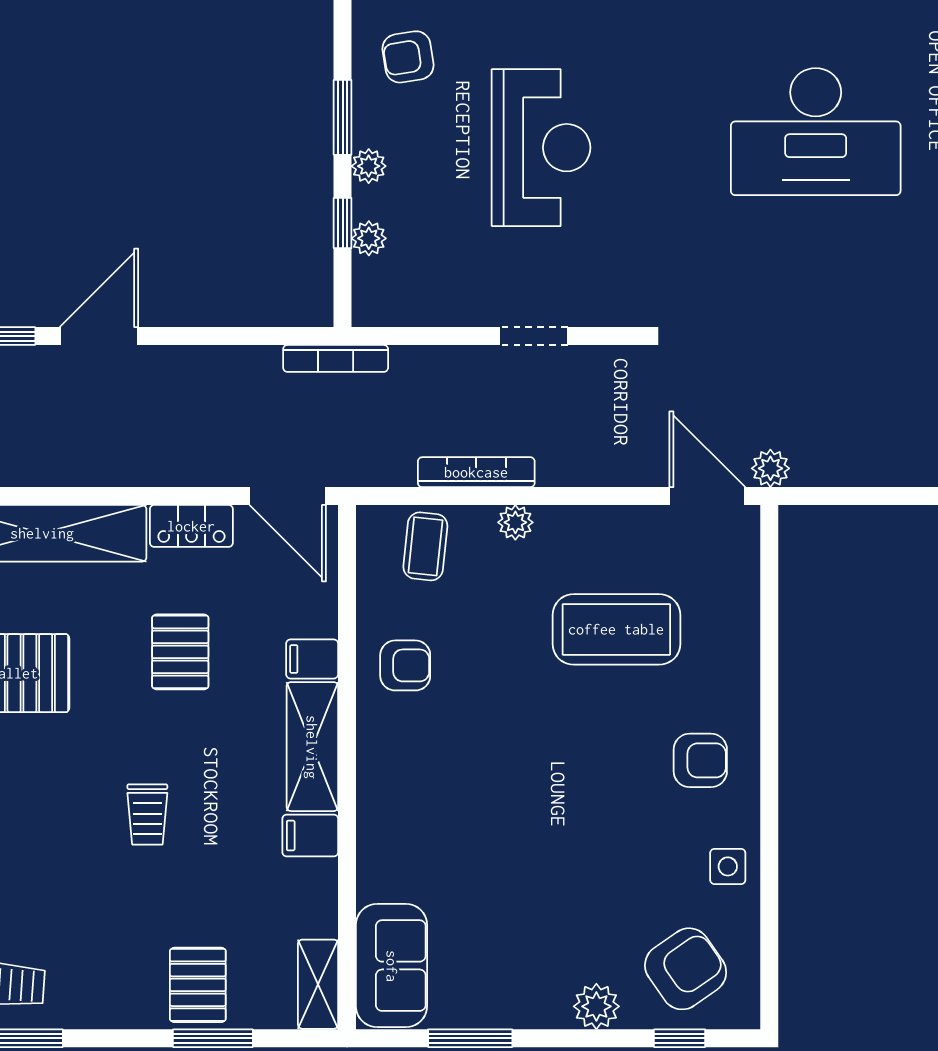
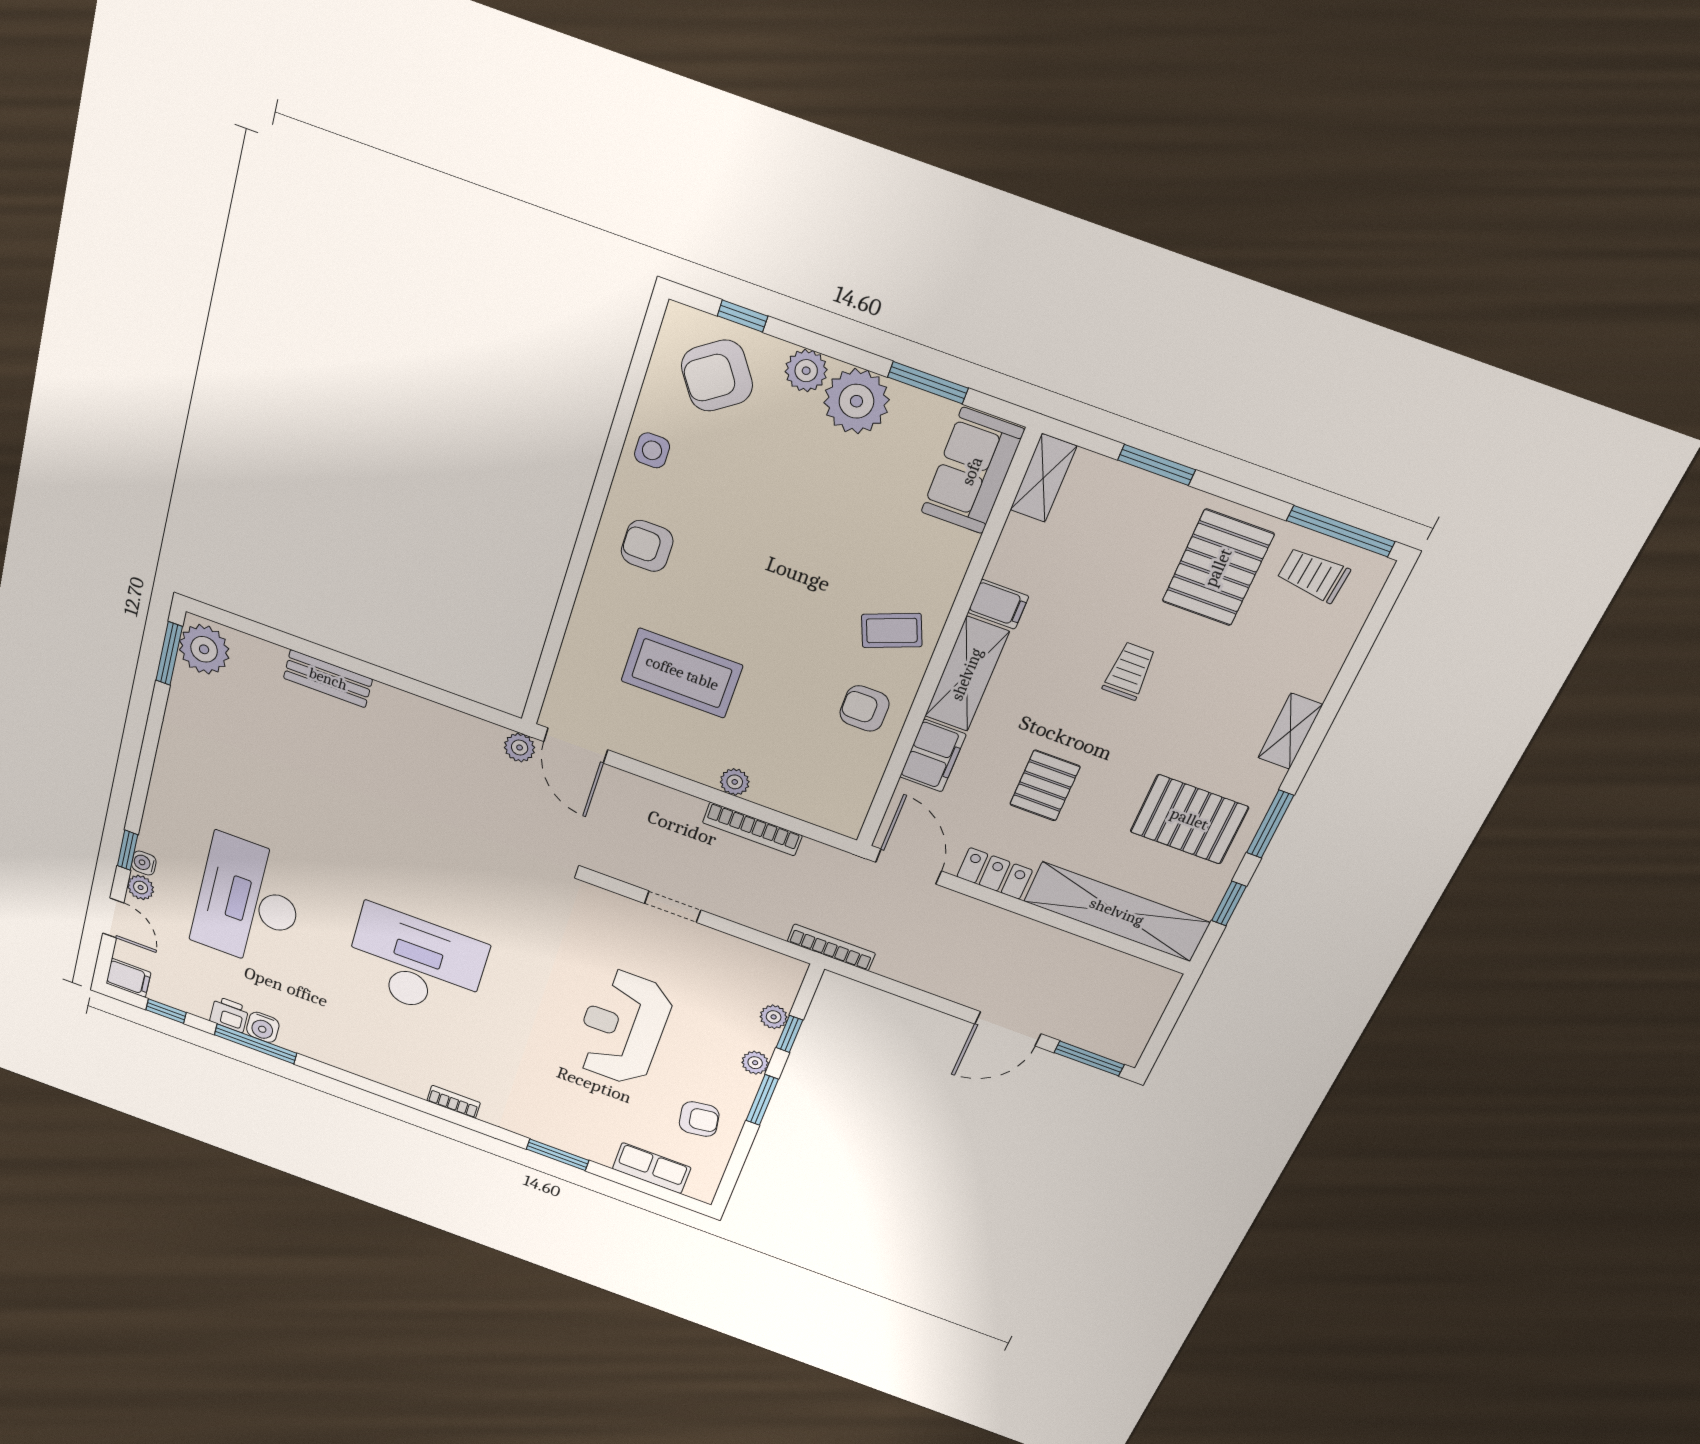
coffee table: (425, 546) -> (892, 631), moved, turned 62
filing cabinet: (312, 659) -> (933, 756), width x2.00
pallet: (198, 985) -> (1218, 568), moved, width x1.50, depth x1.42
plant: (535, 994) -> (856, 401), added

